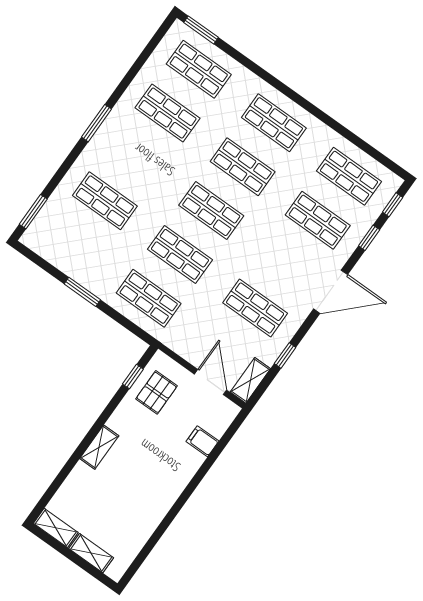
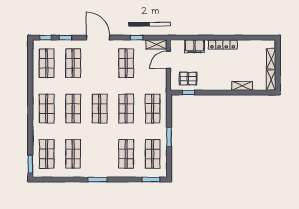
shop shelf: (74, 245) -> (153, 154), added
filing cabinet: (202, 441) -> (194, 46), width x2.00
shelving: (99, 447) -> (242, 86), moved
locker: (172, 490) -> (223, 44), added

